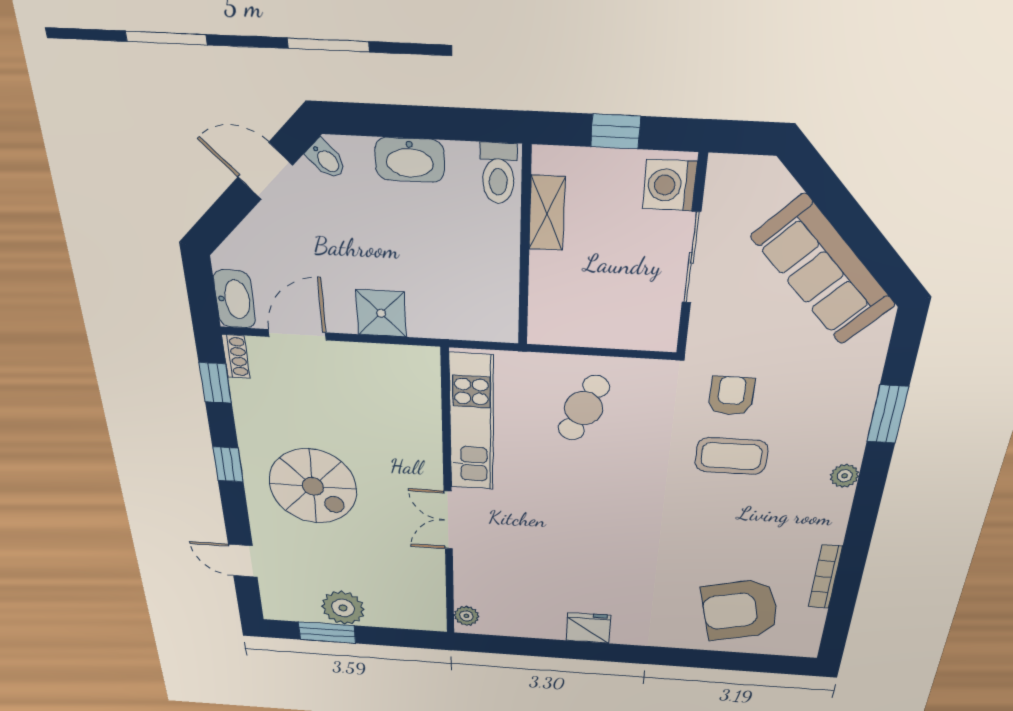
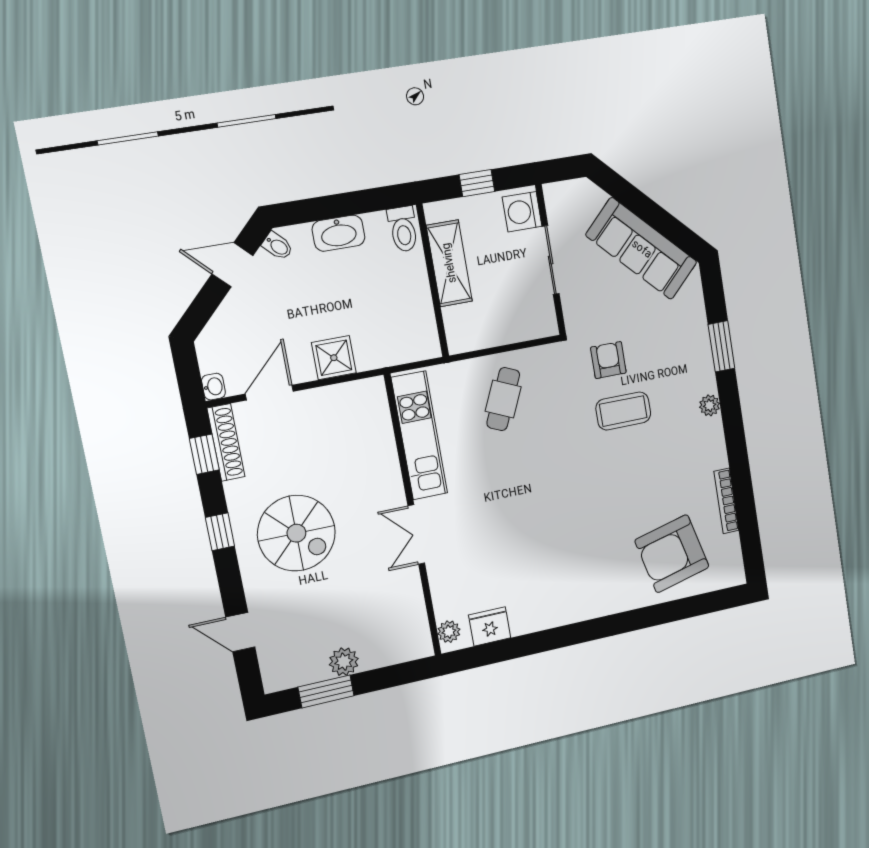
shelving: (547, 213) -> (449, 263), width x1.50, depth x1.33
washbasin: (235, 299) -> (213, 387), width x0.52, depth x0.69
shoe rack: (236, 357) -> (226, 442), width x1.94, depth x1.24
plant: (343, 608) -> (344, 662), width x0.73, depth x0.73
fridge: (588, 628) -> (490, 626), moved

